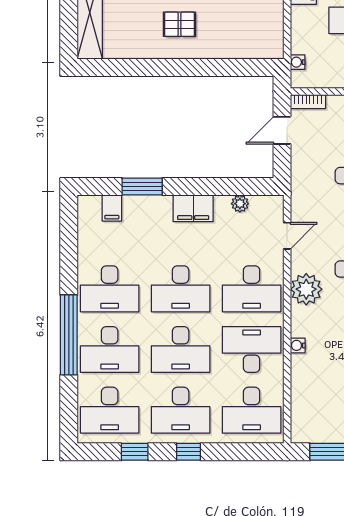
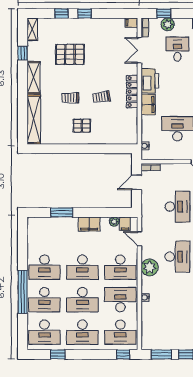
filing cabinet: (112, 208) -> (125, 224), moved
door: (287, 236) -> (139, 239), swing flipped
window: (189, 452) -> (123, 354), moved

